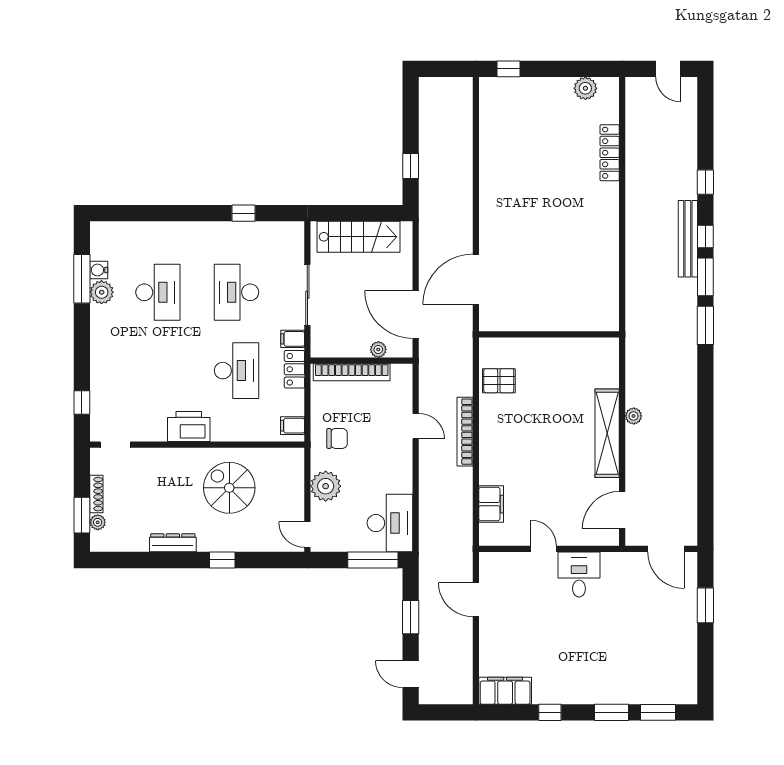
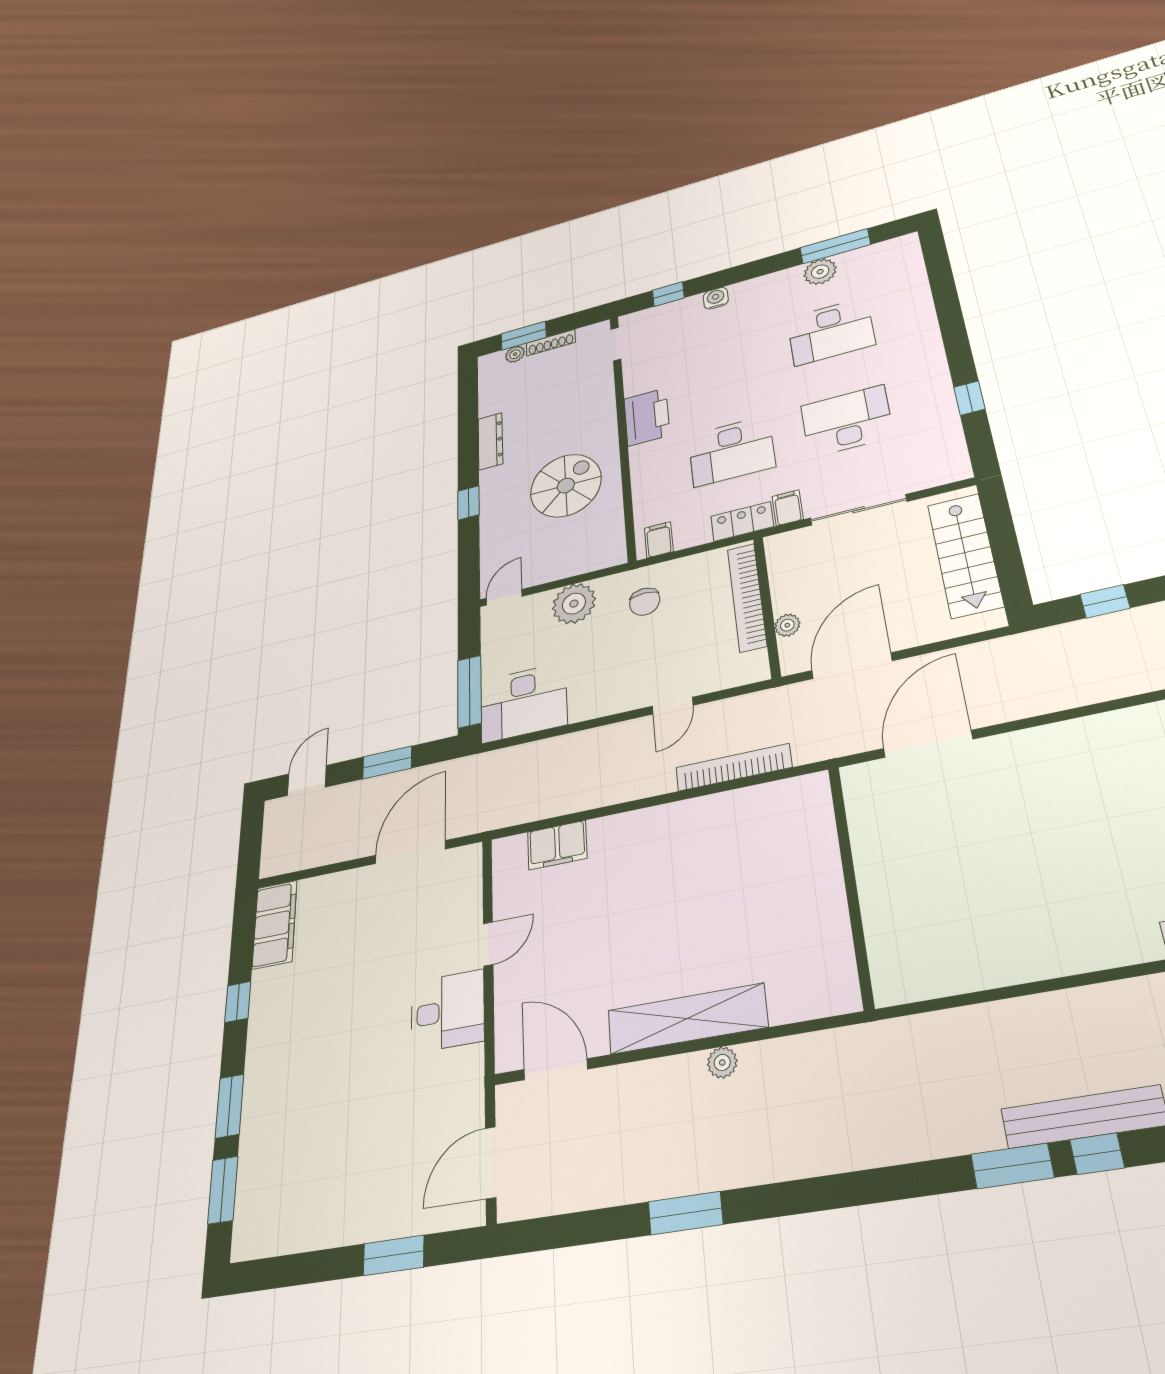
water cooler: (99, 270) -> (716, 298), moved
door: (476, 279) -> (928, 744), hinge flipped
window: (705, 325) -> (686, 1213), moved
pallet: (499, 381) -> (759, 816), removed
bookcase: (465, 432) -> (734, 767), moved
door: (476, 600) -> (410, 852), width x1.36

